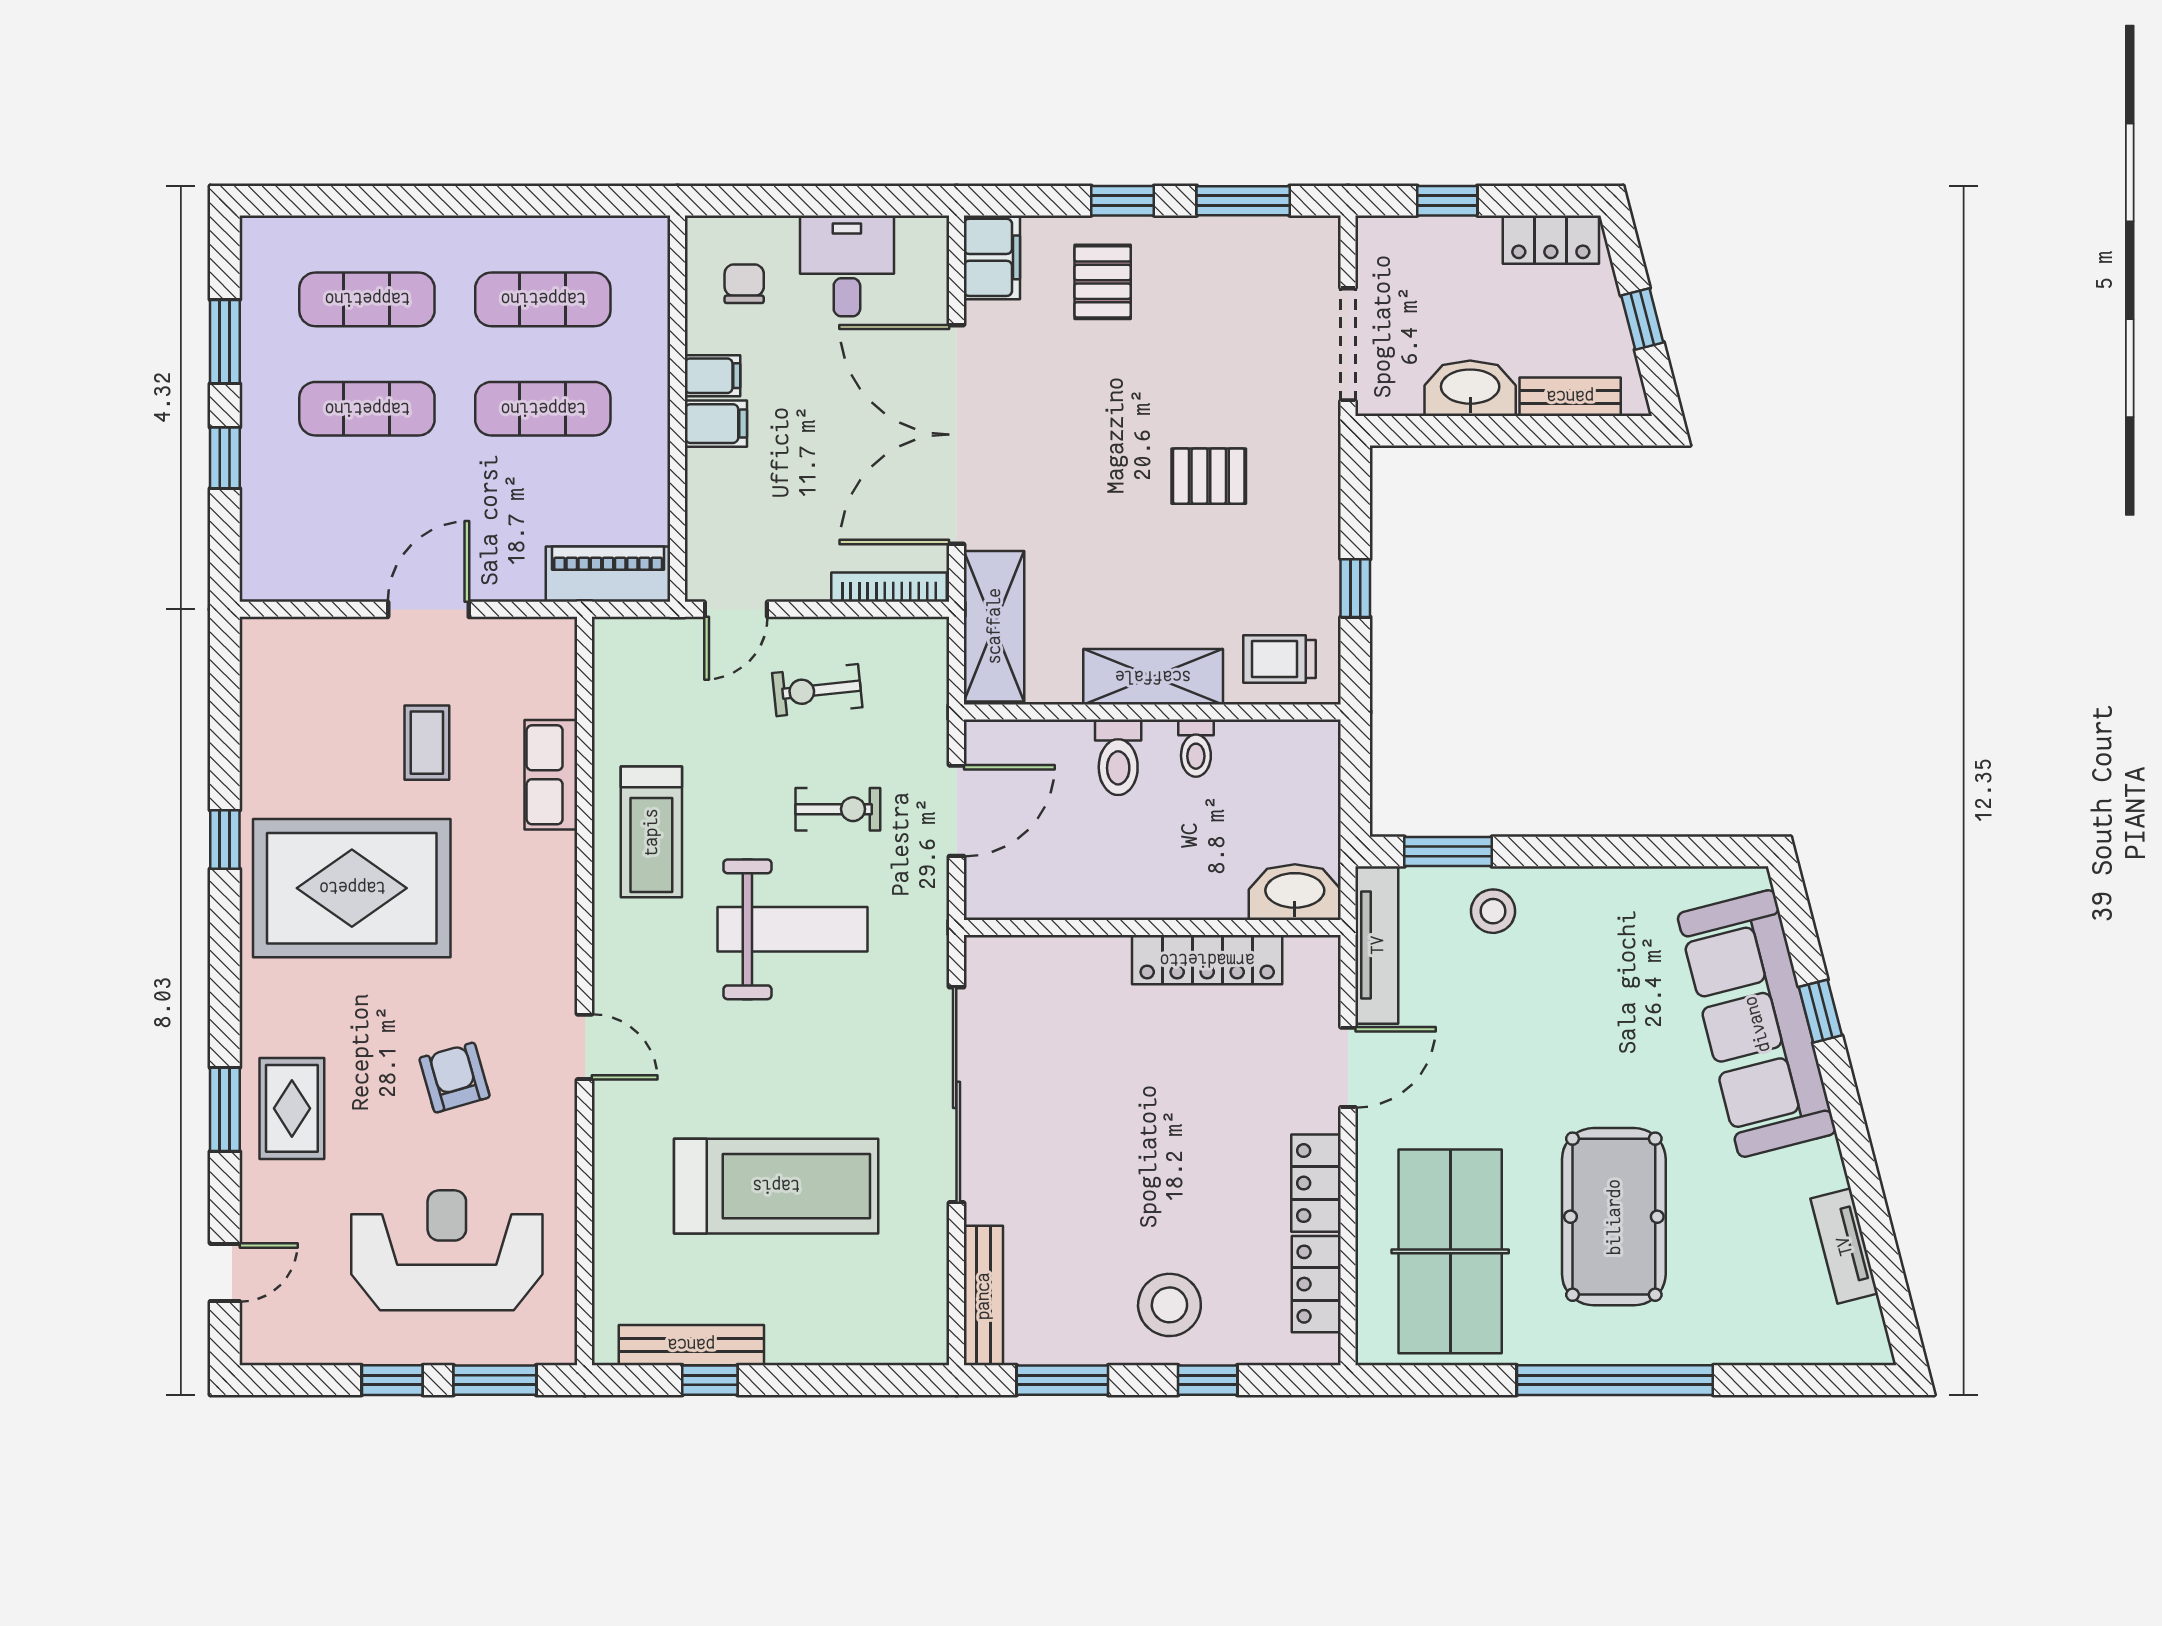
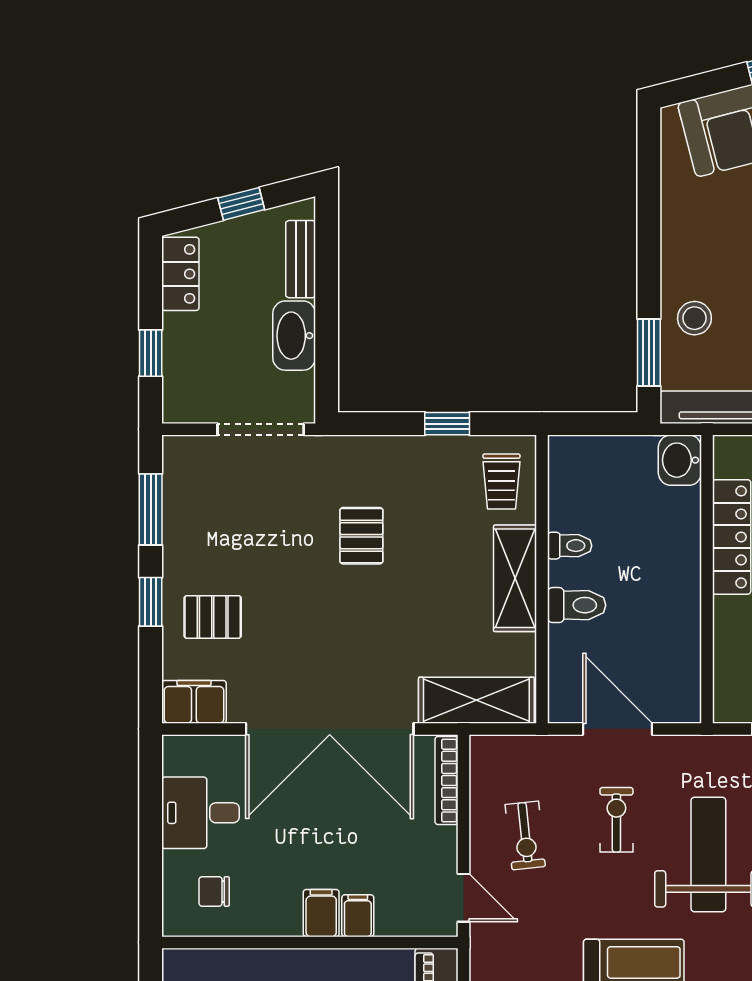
filing cabinet: (712, 376) -> (358, 916), moved
washbasin: (1295, 892) -> (680, 460), width x0.72

